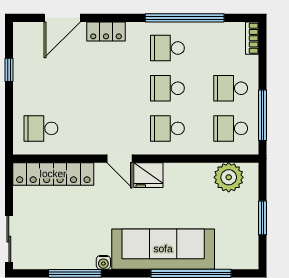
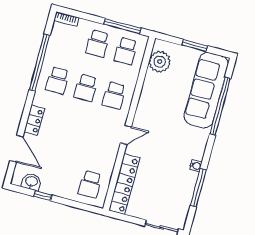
washbasin: (23, 50) -> (31, 182), added
fridge: (148, 175) -> (143, 118), removed
sofa: (163, 249) -> (206, 90), moved

